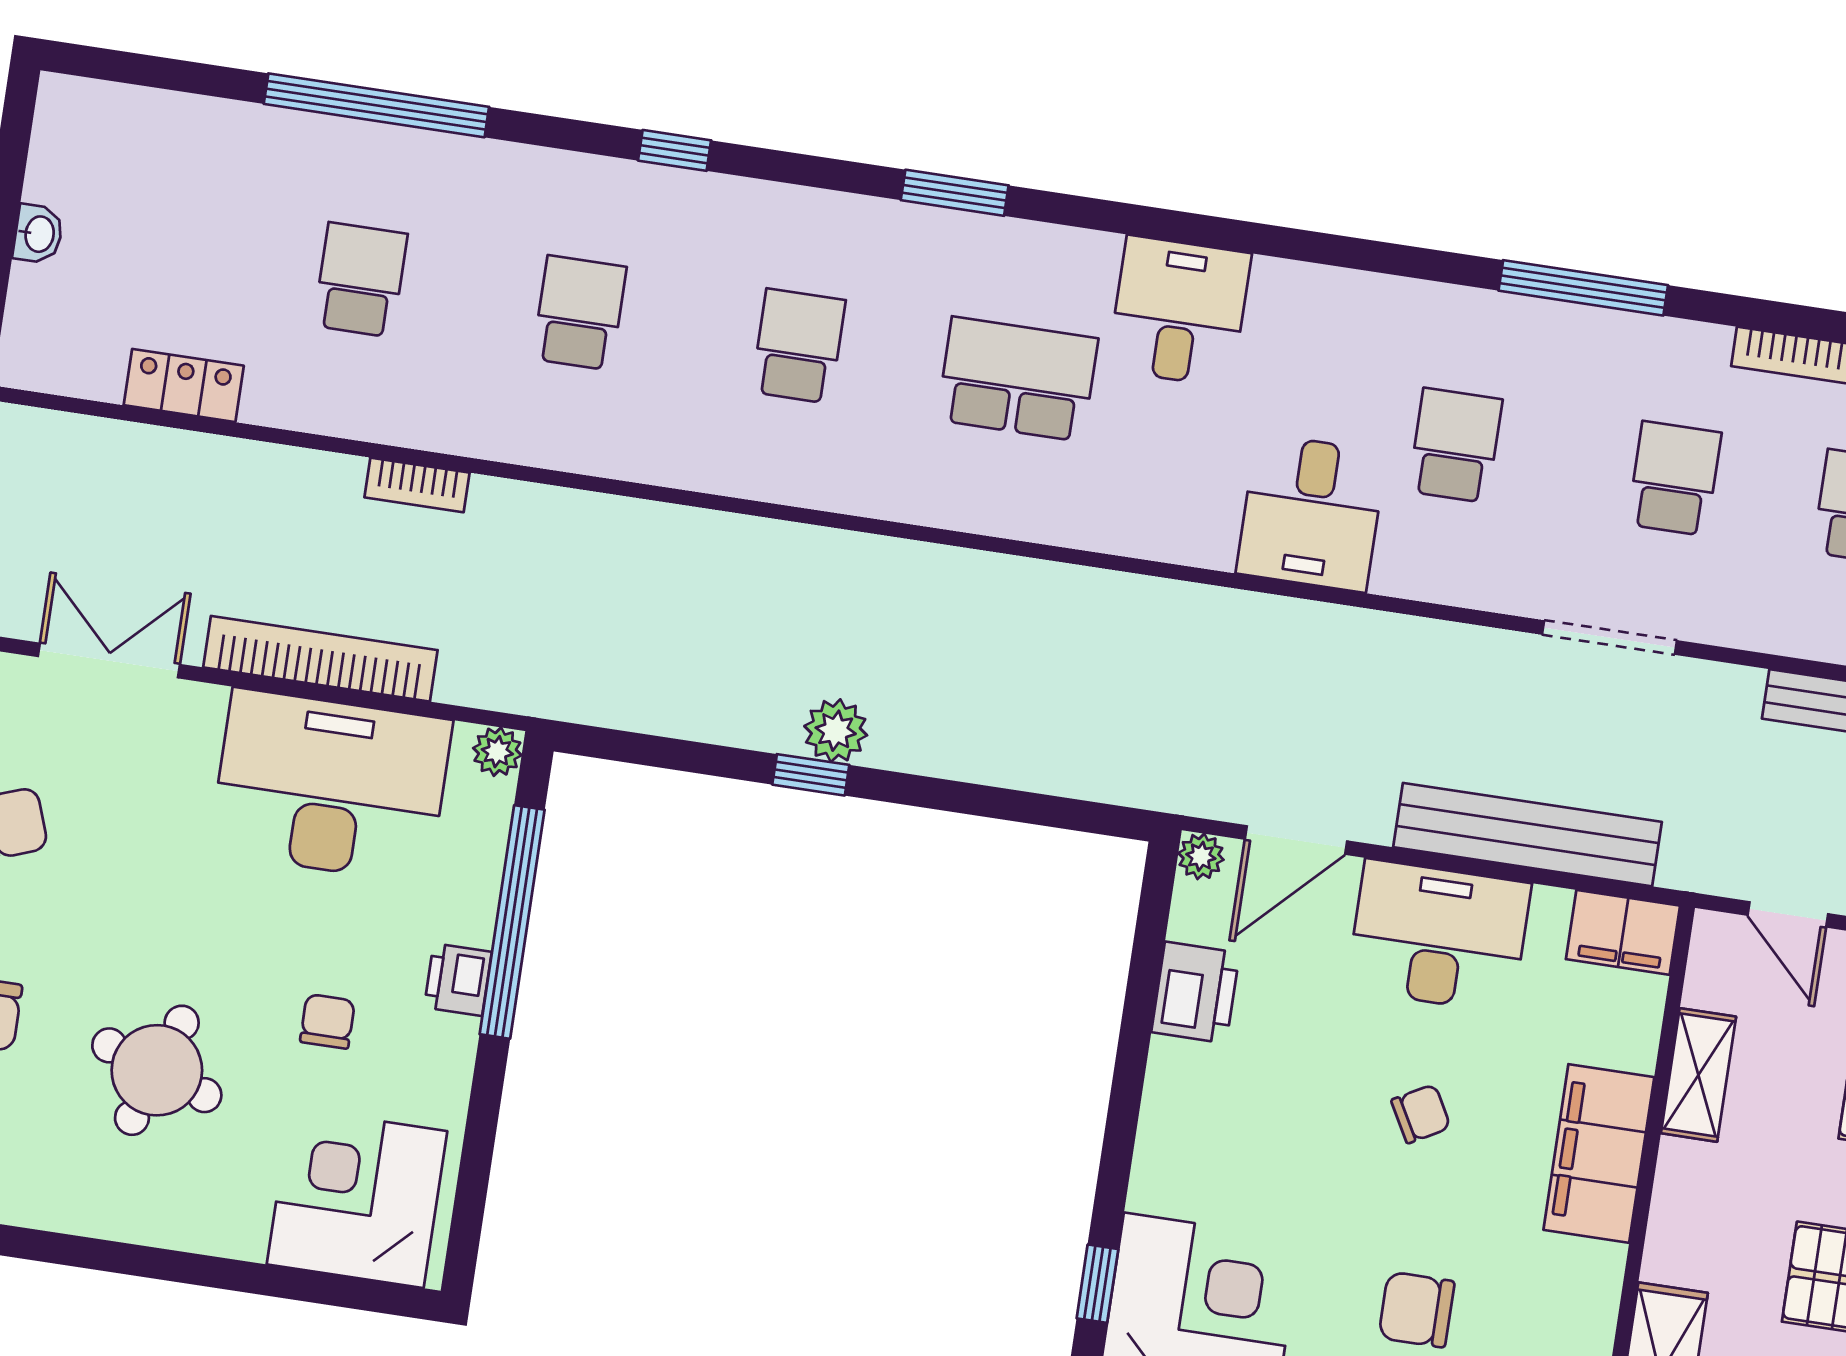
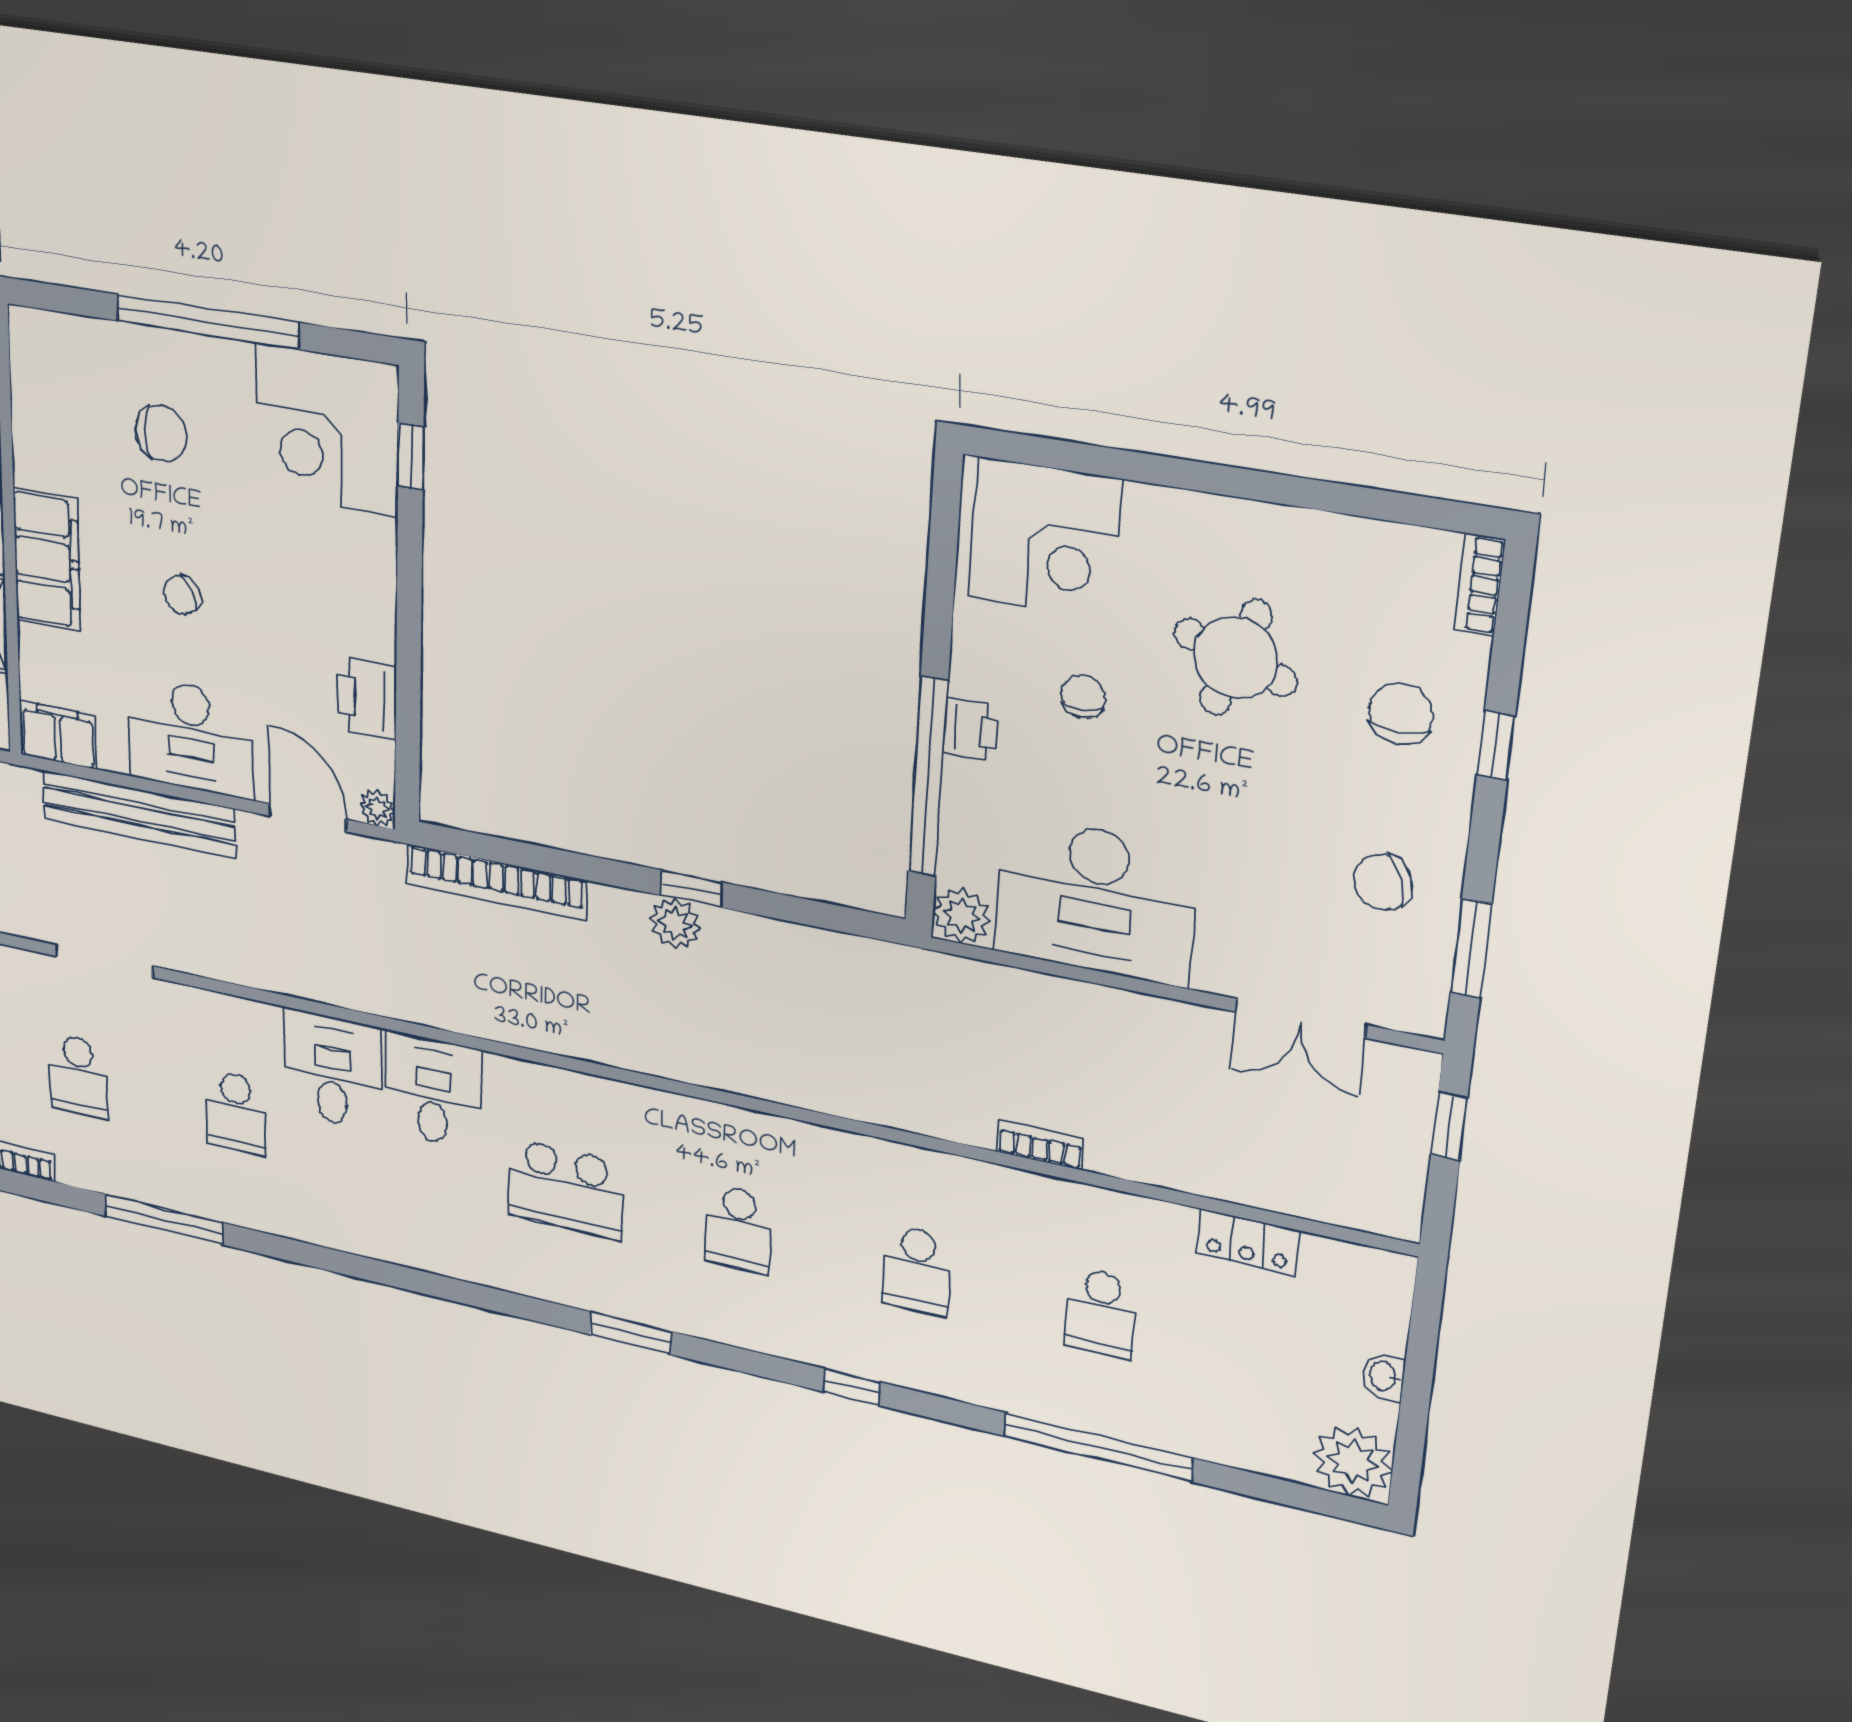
plant: (78, 122) -> (1353, 1462), added
desk: (1179, 311) -> (433, 1090), moved, turned 180
bookcase: (320, 659) -> (496, 882), moved
plant: (497, 752) -> (962, 916), width x1.38, depth x1.38
door: (1296, 840) -> (308, 818), hinge flipped
chair: (327, 1021) -> (1083, 697), turned 180

